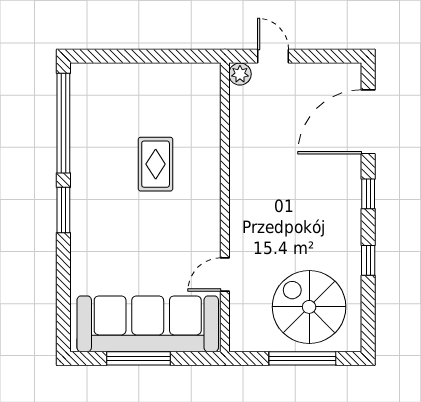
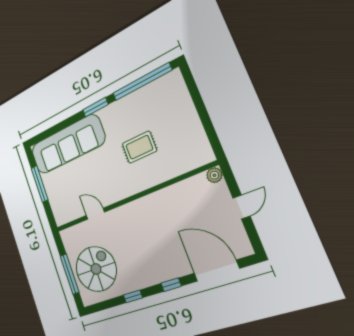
door: (273, 56) -> (241, 207), moved
sofa: (148, 324) -> (67, 145), moved, turned 90

